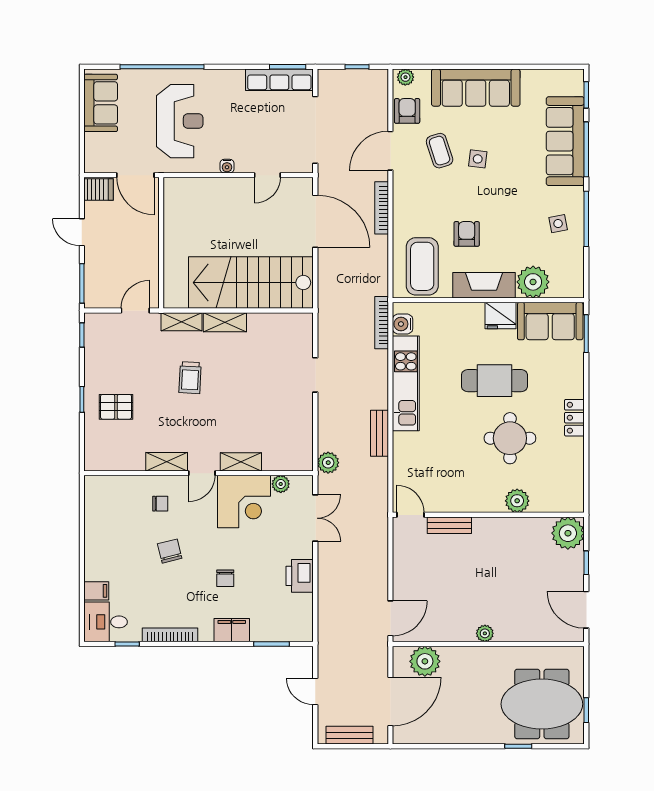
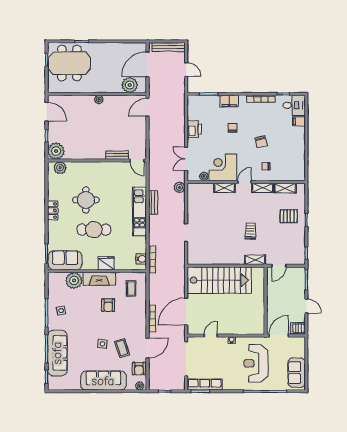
door: (135, 175) -> (279, 335), hinge flipped
door: (315, 221) -> (186, 312), hinge flipped
coffee table: (422, 266) -> (131, 288), width x0.54, depth x0.58
fridge: (500, 316) -> (106, 263), moved
shelving: (225, 322) -> (285, 188), moved
kitchen unit: (406, 383) -> (139, 211), moved
plant: (517, 501) -> (60, 168), moved
bench: (349, 735) -> (169, 47), width x1.36

